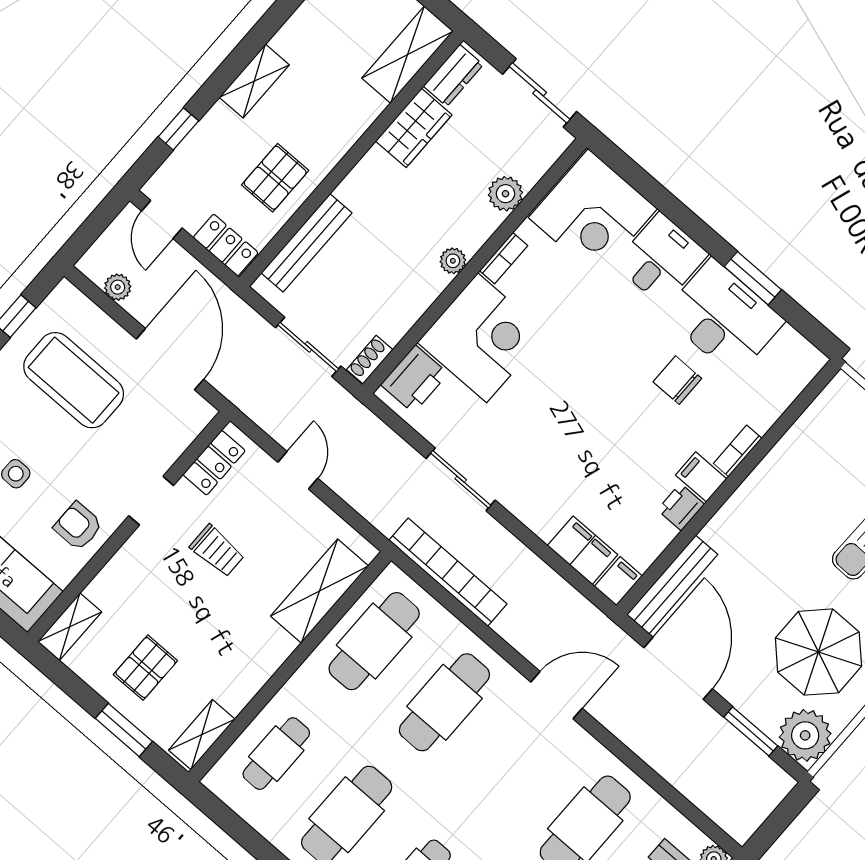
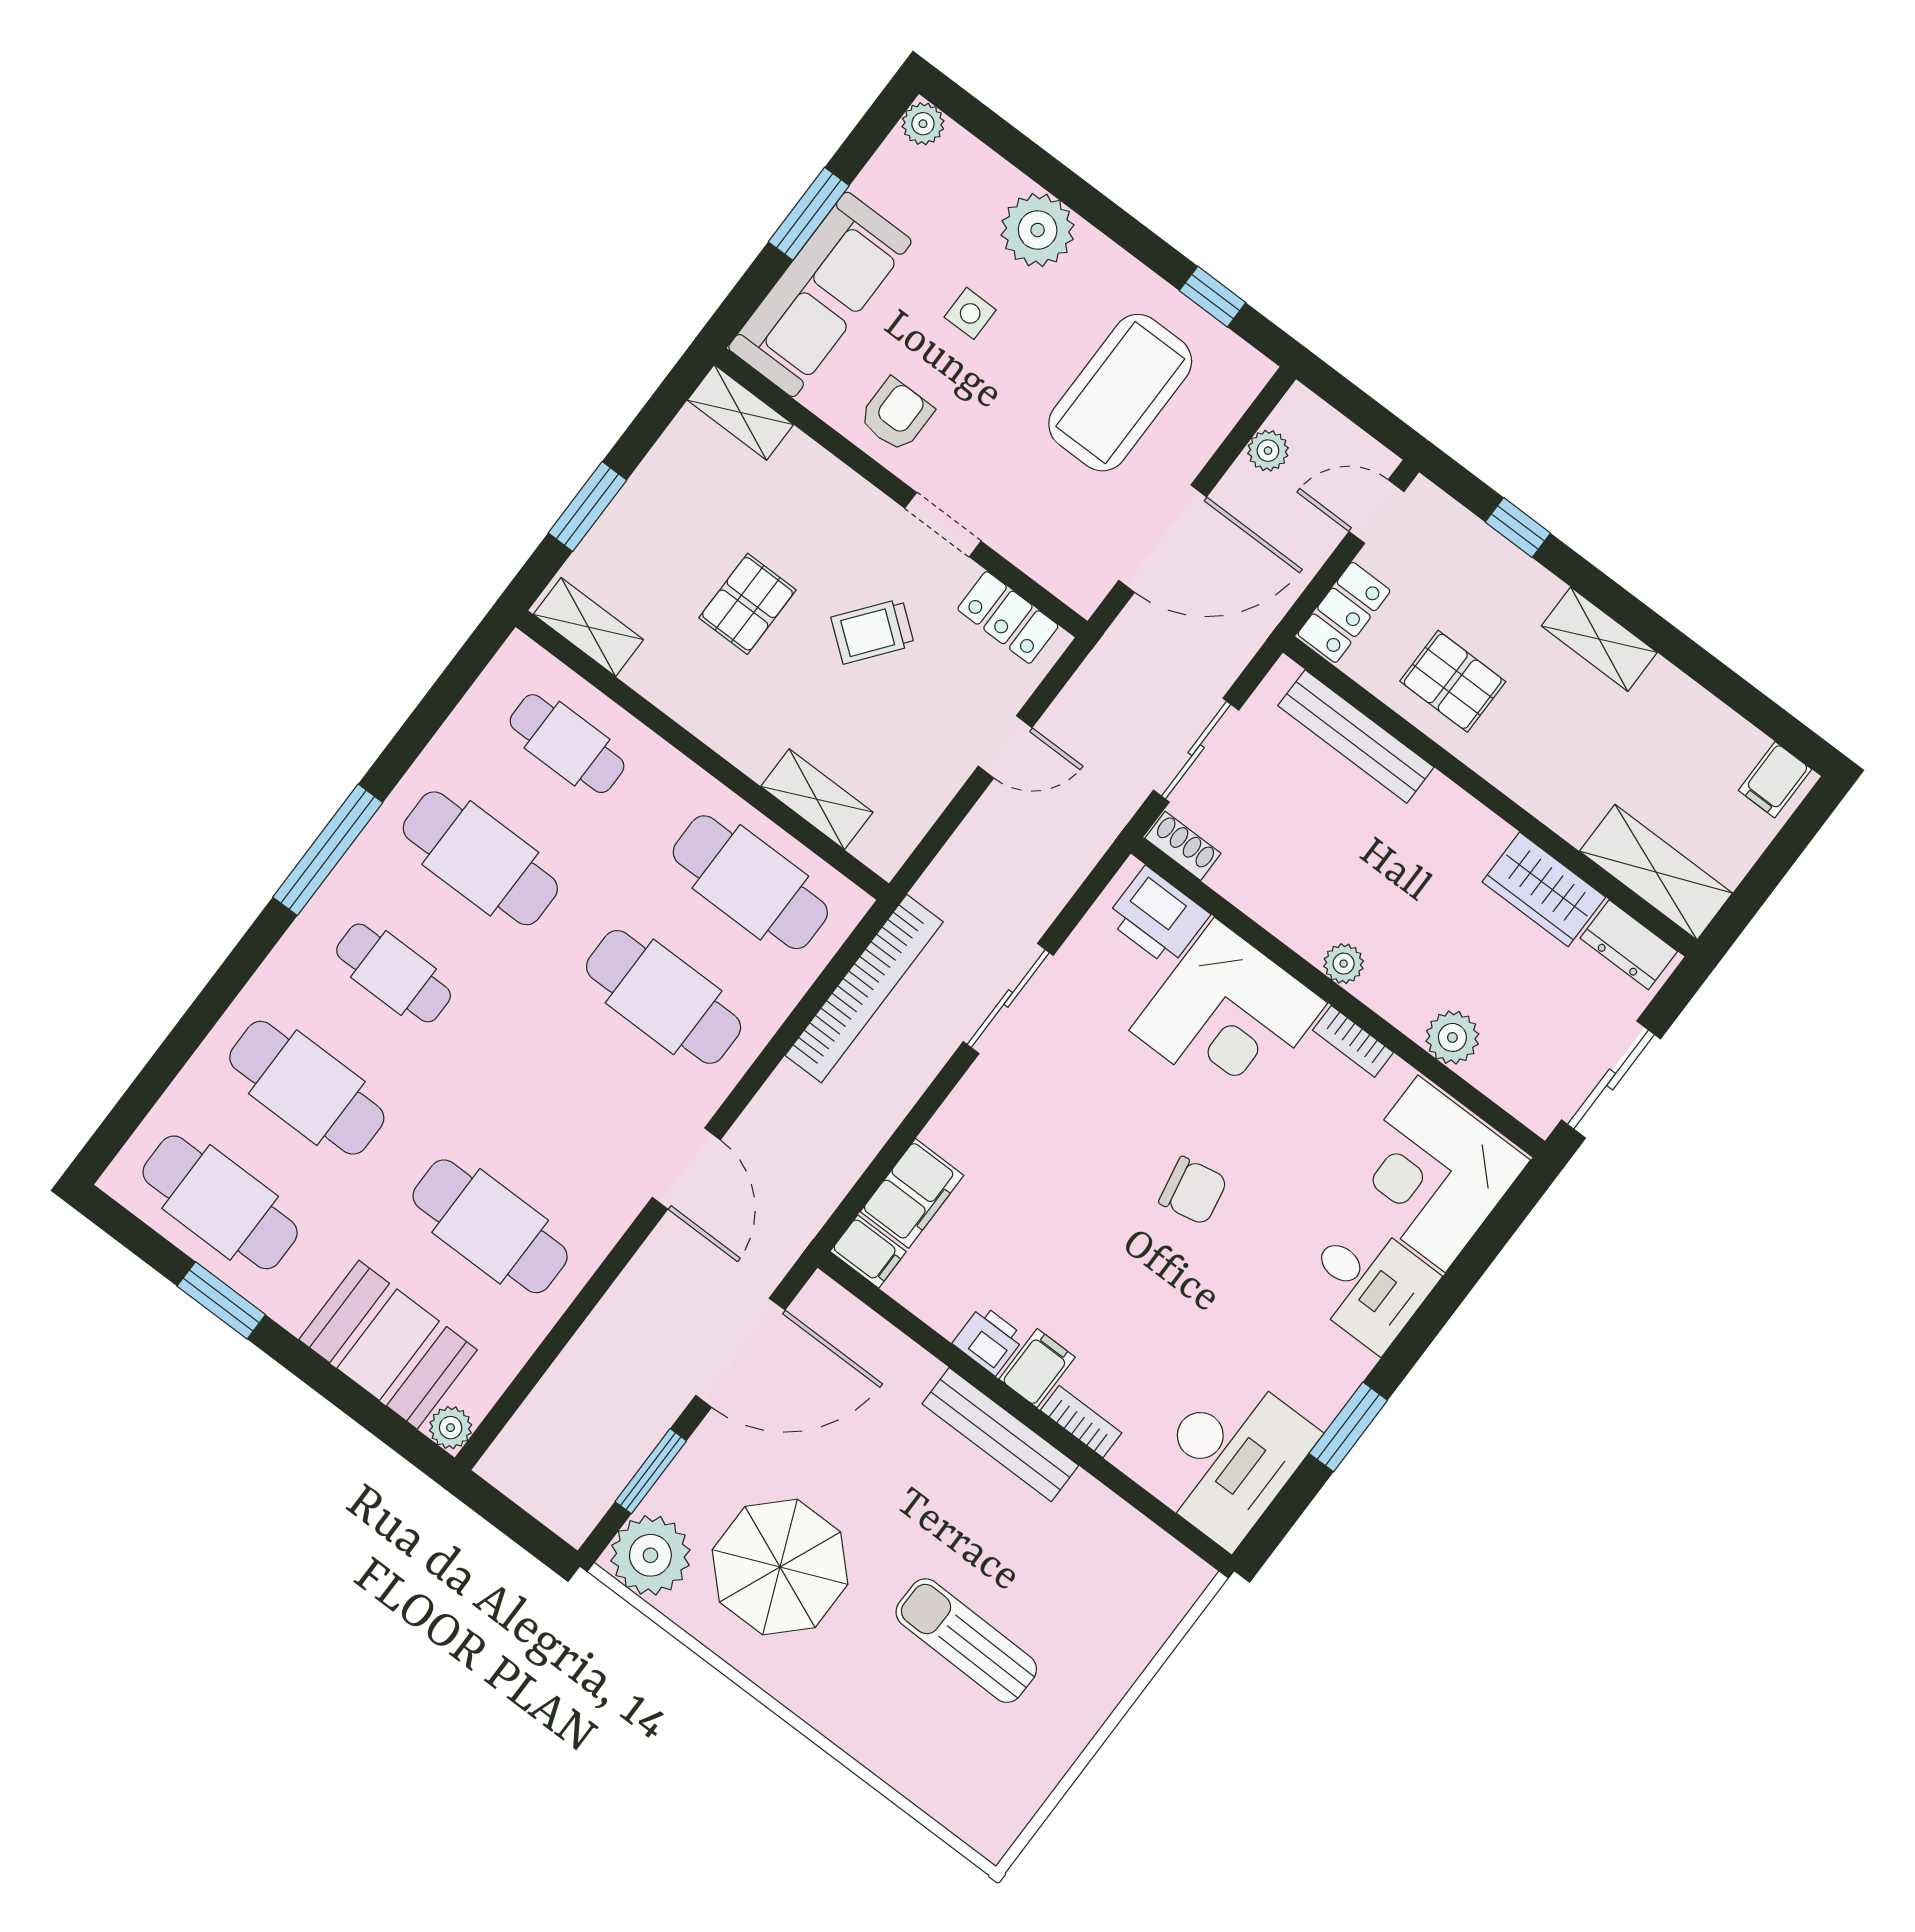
desk: (724, 318) -> (1230, 1458), moved
chair: (677, 380) -> (1193, 1191), moved, turned 79
trolley: (217, 551) -> (873, 631), turned 38
bench: (672, 585) -> (1000, 1435), moved
shelving: (319, 591) -> (817, 799), width x0.67, depth x0.75
pallet: (145, 668) -> (747, 604), moved, turned 90

